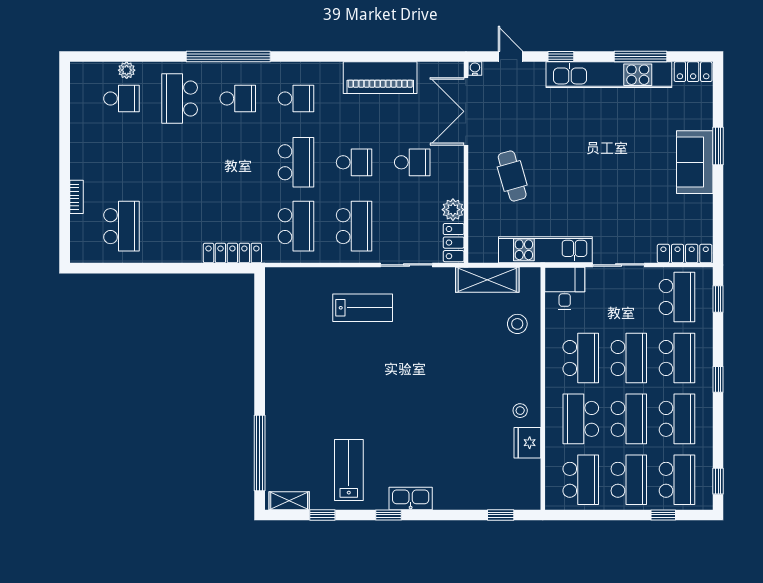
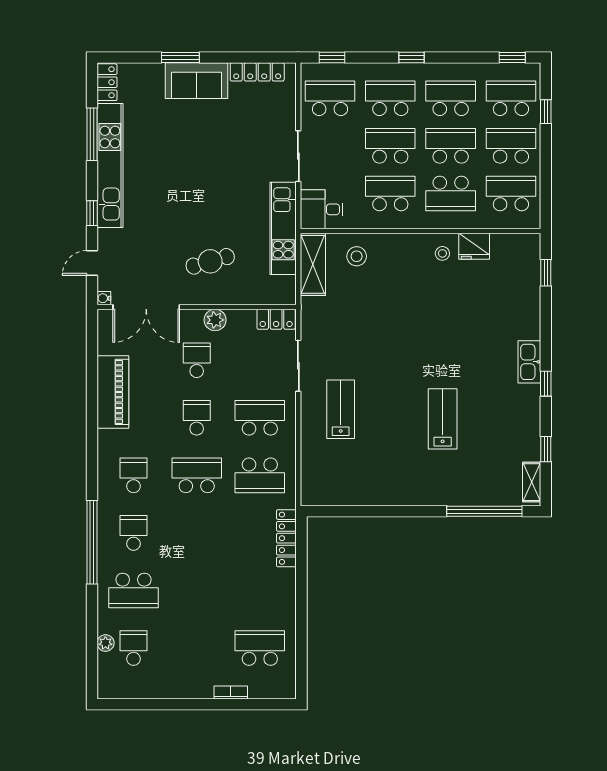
plant: (453, 210) -> (215, 320), moved
school desk: (296, 226) -> (260, 475), turned 180
locker: (685, 254) -> (257, 72), moved, turned -90
shelving: (487, 280) -> (313, 264), moved
lab bench: (349, 470) -> (443, 419), moved, turned 90

